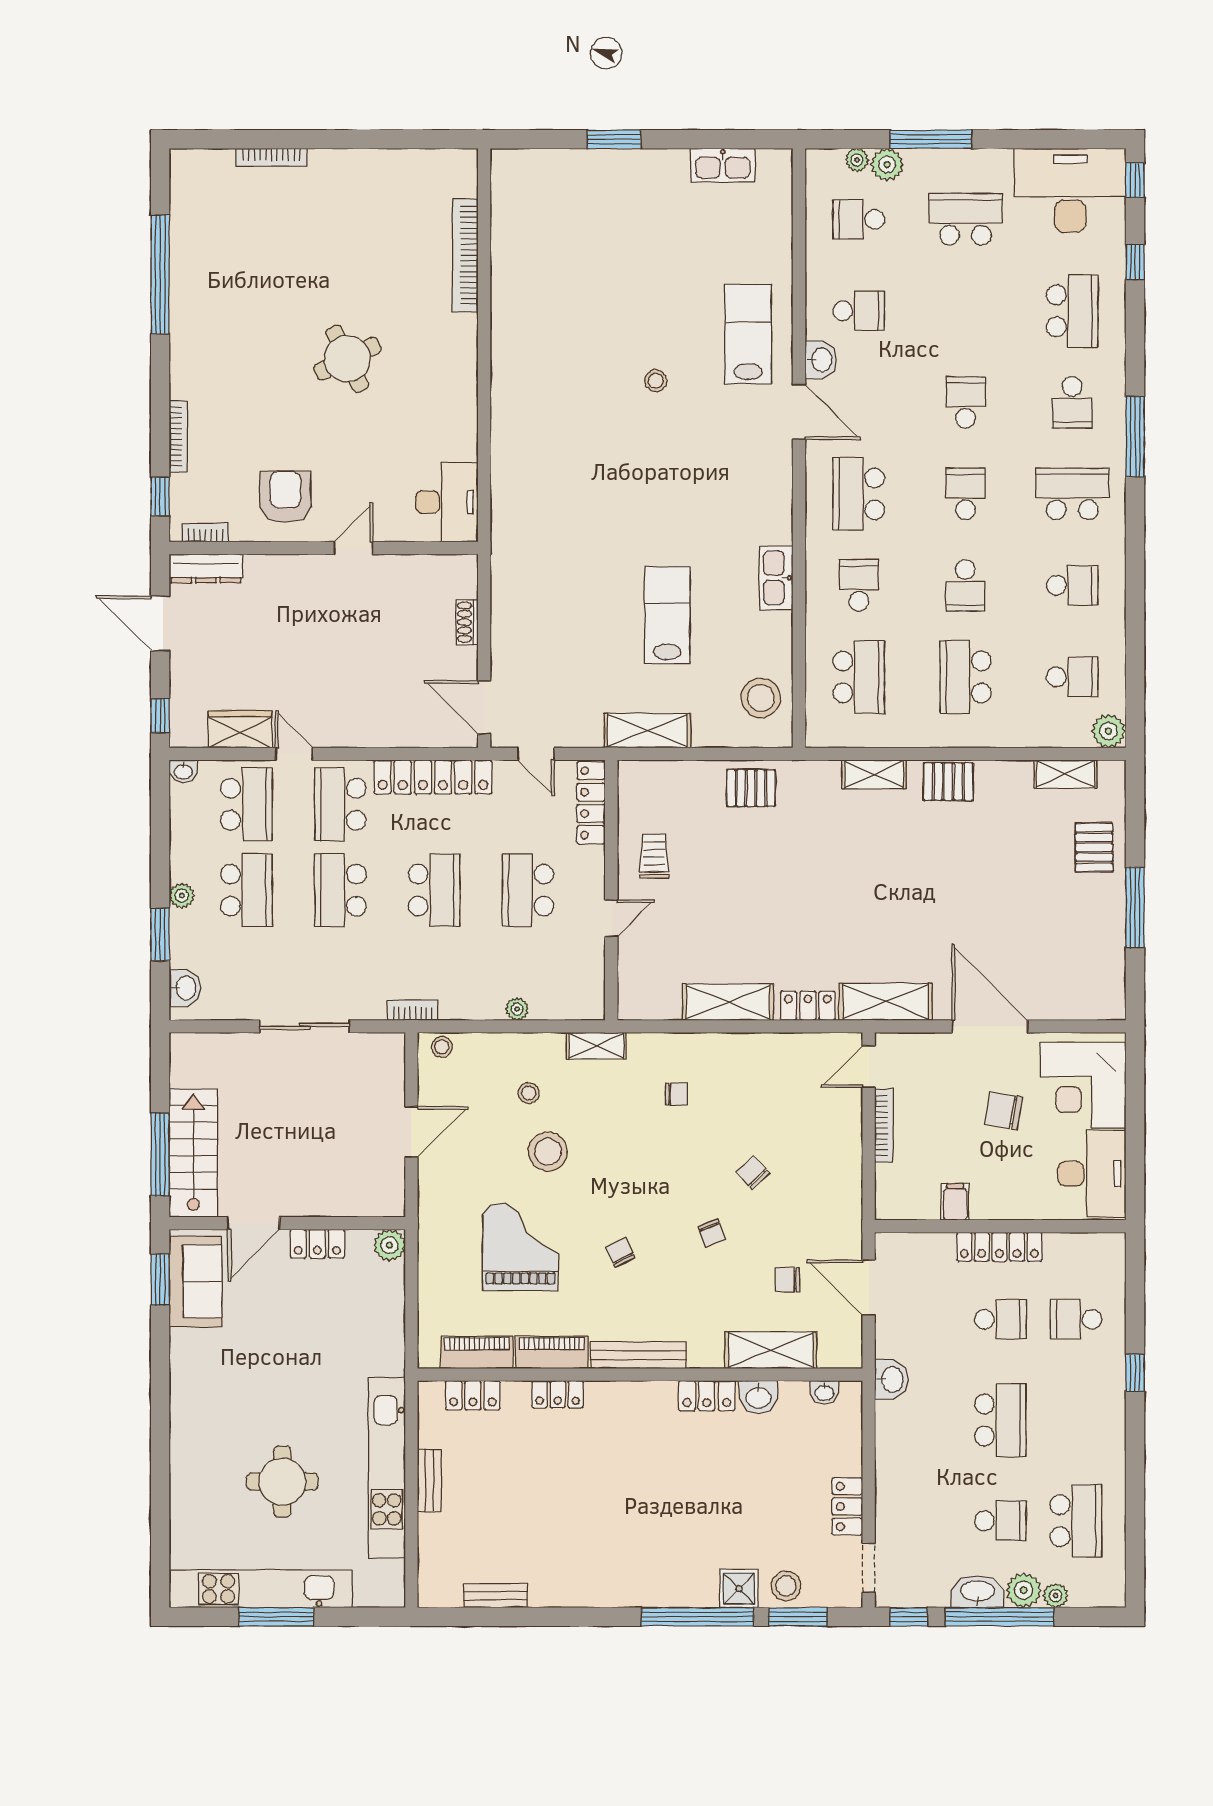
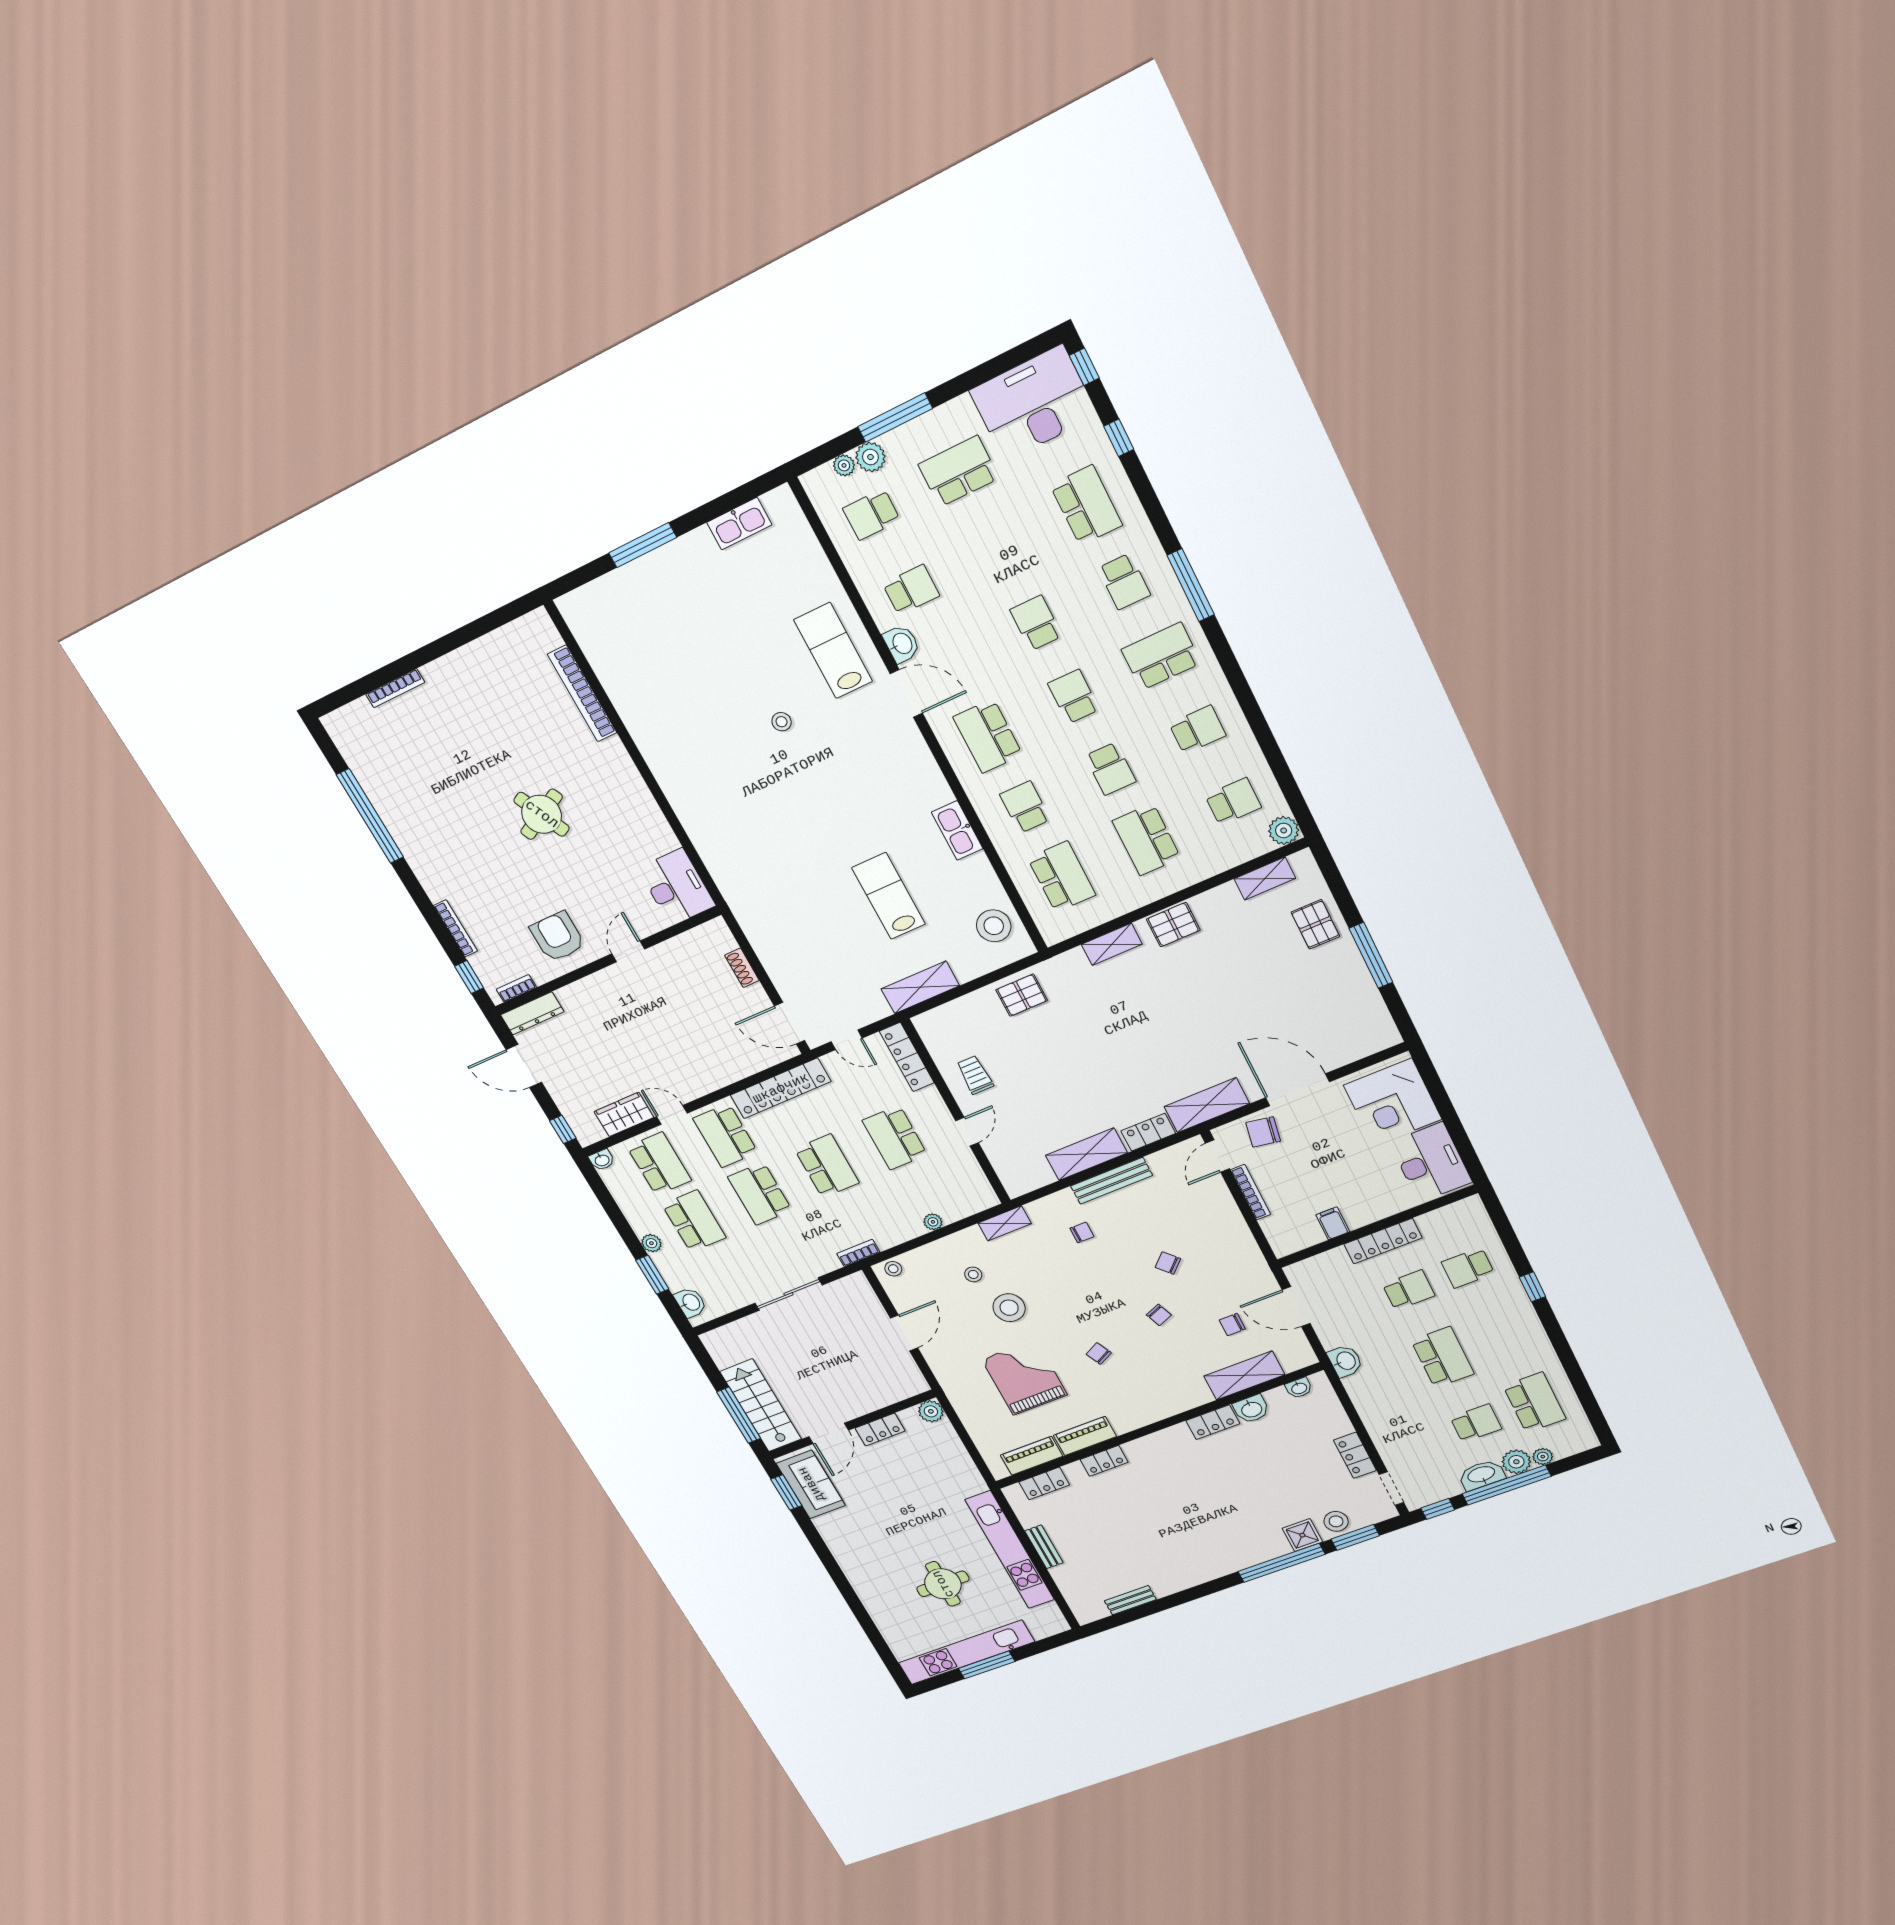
window: (614, 139) -> (643, 545), width x1.44
chair: (1003, 1111) -> (1263, 1132), moved
bench: (638, 1355) -> (1111, 1181), moved

